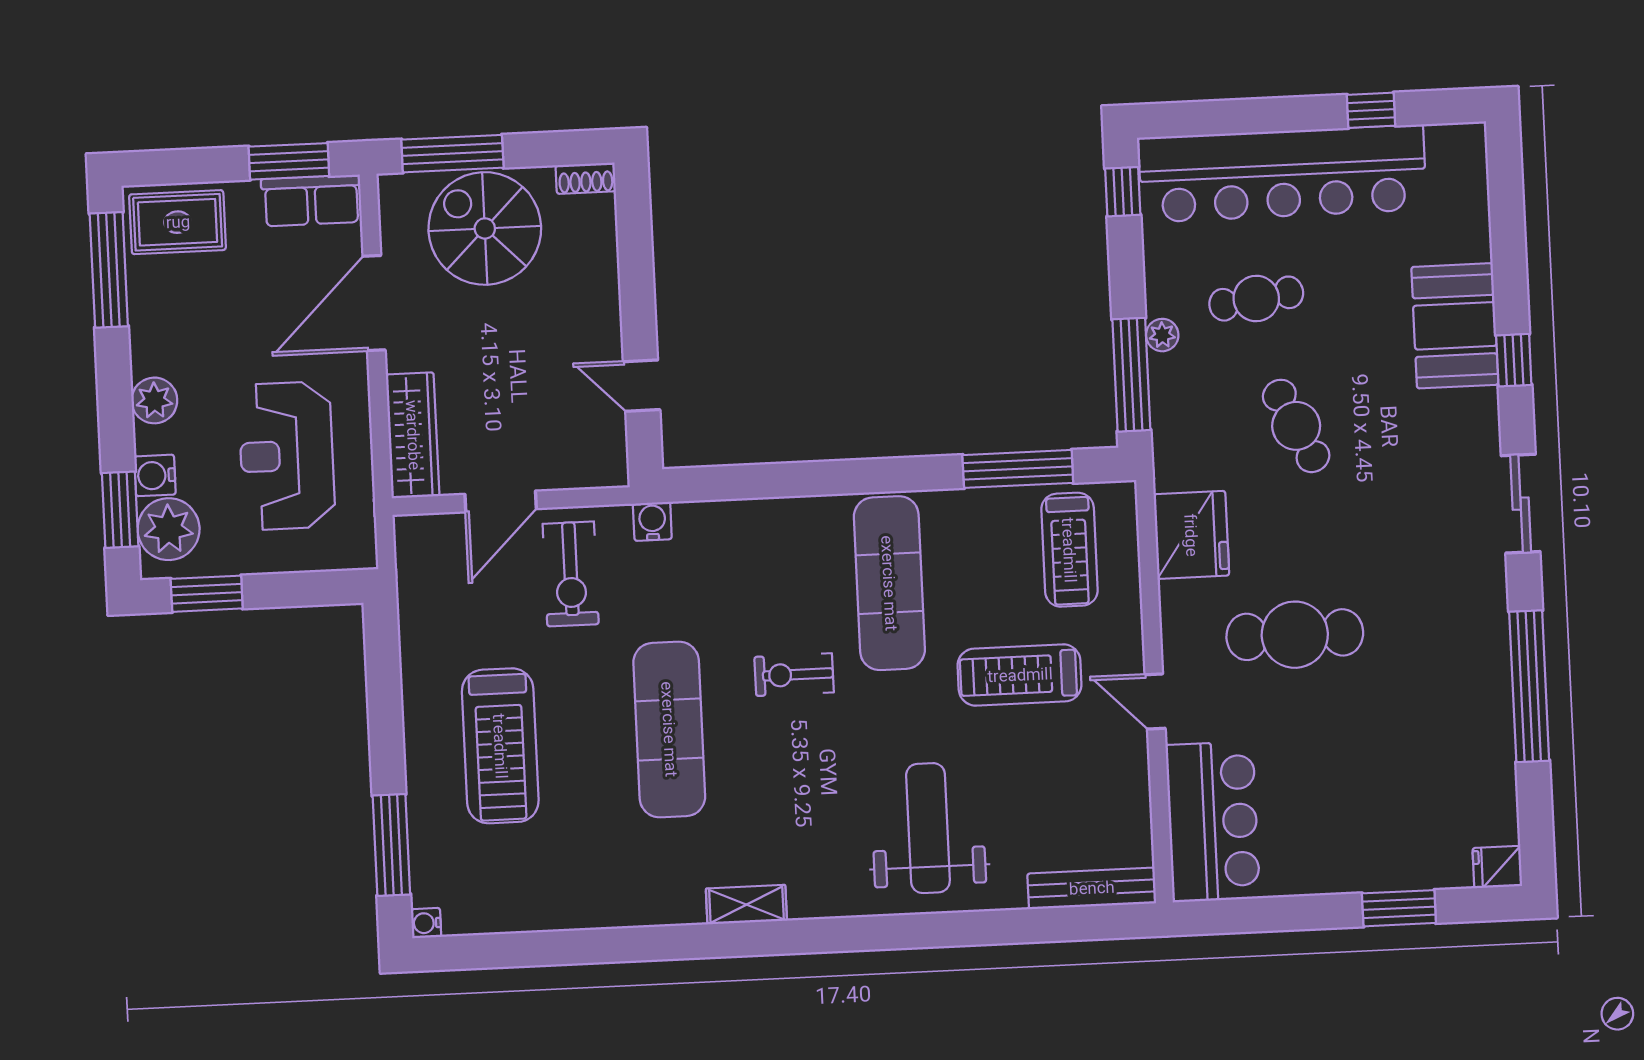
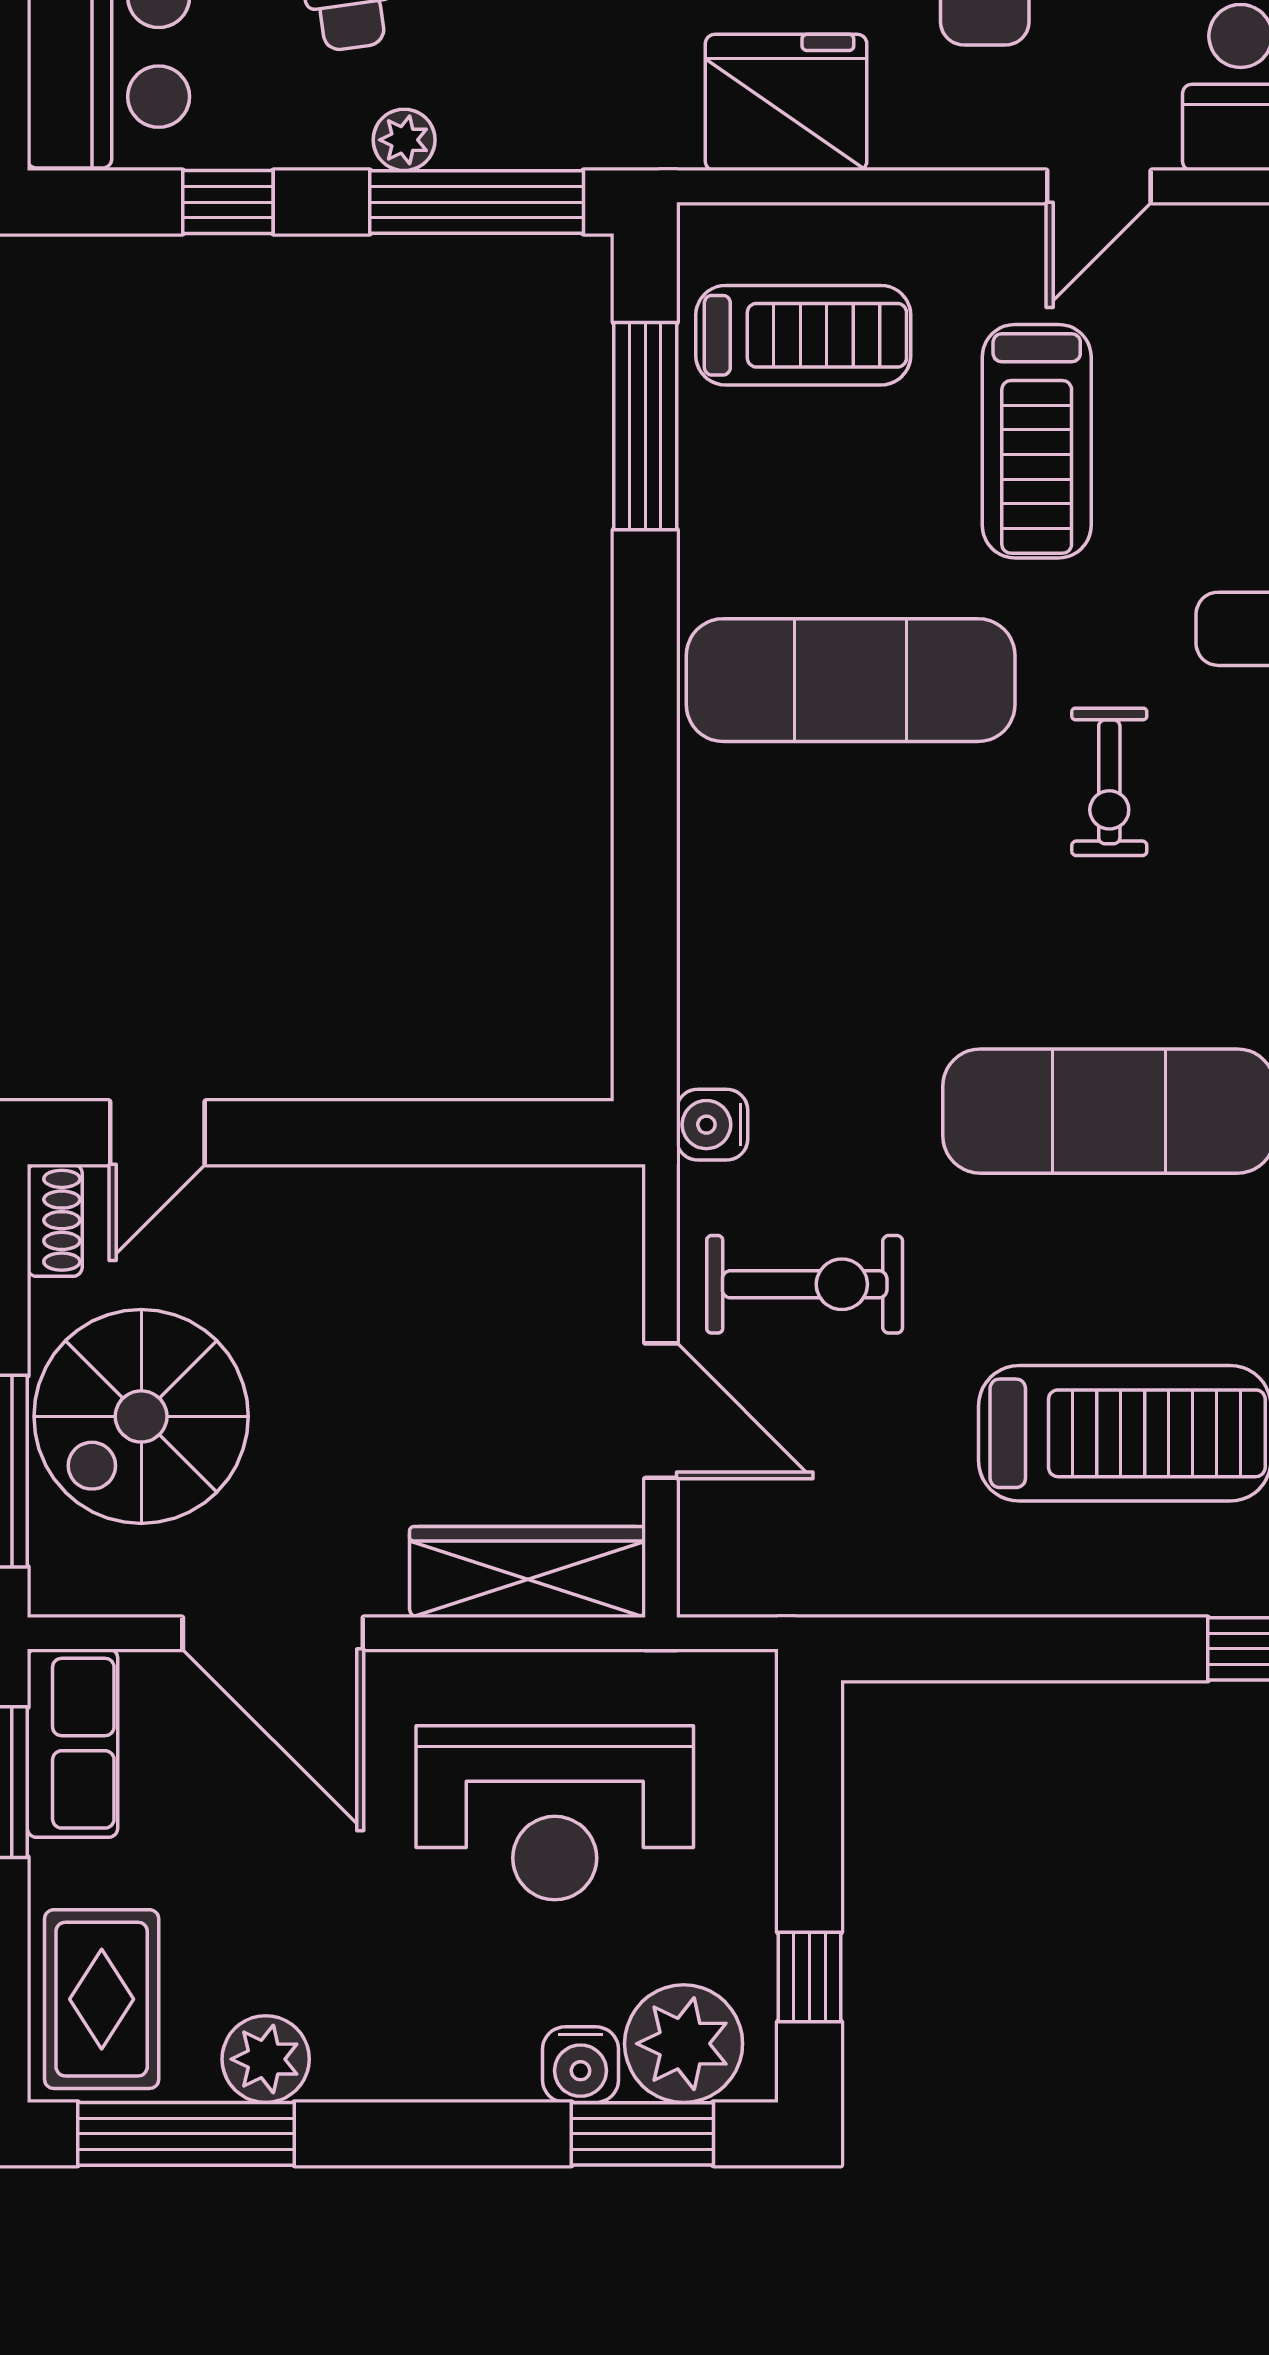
window: (1123, 192) -> (228, 202), moved
door: (642, 386) -> (157, 1133), moved
plant: (154, 400) -> (266, 2059), moved
window: (207, 594) -> (810, 1977), width x0.67
exercise bike: (794, 675) -> (1109, 782), moved

